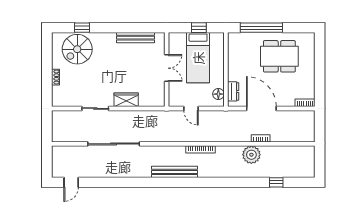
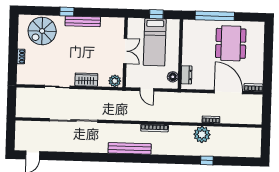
window: (82, 28) -> (67, 12), moved
bench: (136, 38) -> (83, 21), moved
dining table: (279, 56) -> (231, 43), turned 90
plant: (157, 100) -> (115, 81), added
door: (261, 108) -> (228, 92), moved
window: (276, 182) -> (207, 160), moved

